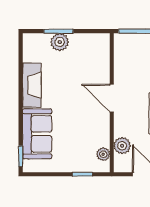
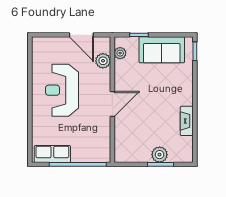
fireplace: (32, 85) -> (187, 121), width x0.73, depth x0.76
door: (112, 98) -> (112, 104), hinge flipped
sofa: (37, 134) -> (162, 50), moved, turned -90

